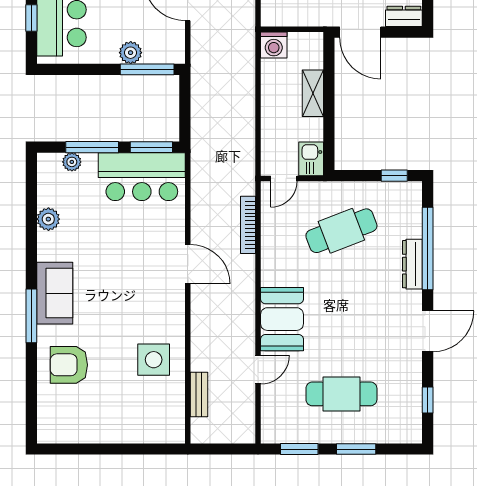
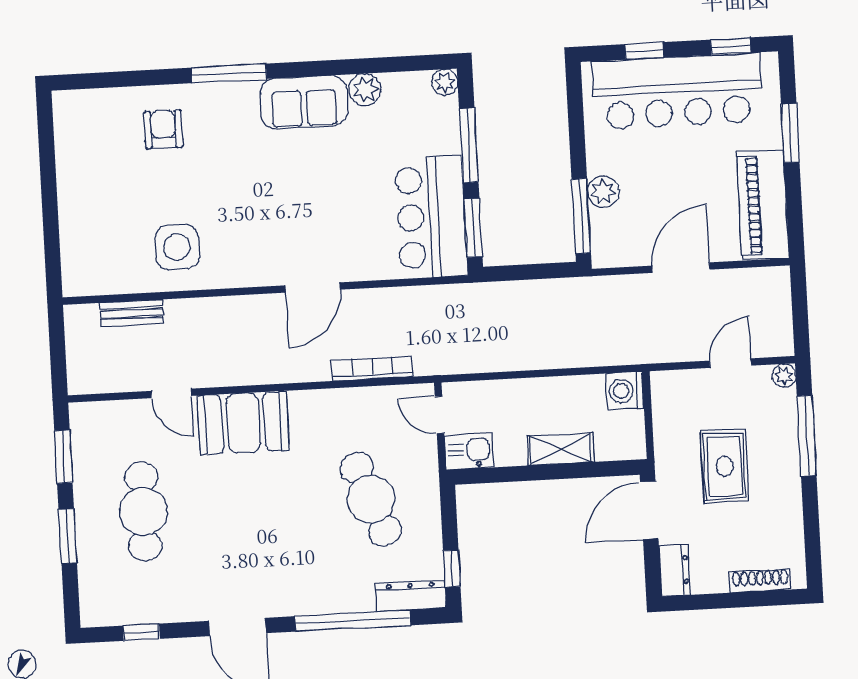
plant: (72, 162) -> (445, 82), moved
dresser: (412, 264) -> (411, 596), moved
sofa: (55, 293) -> (304, 102), moved
armchair: (69, 365) -> (163, 129), width x0.72, depth x0.72

